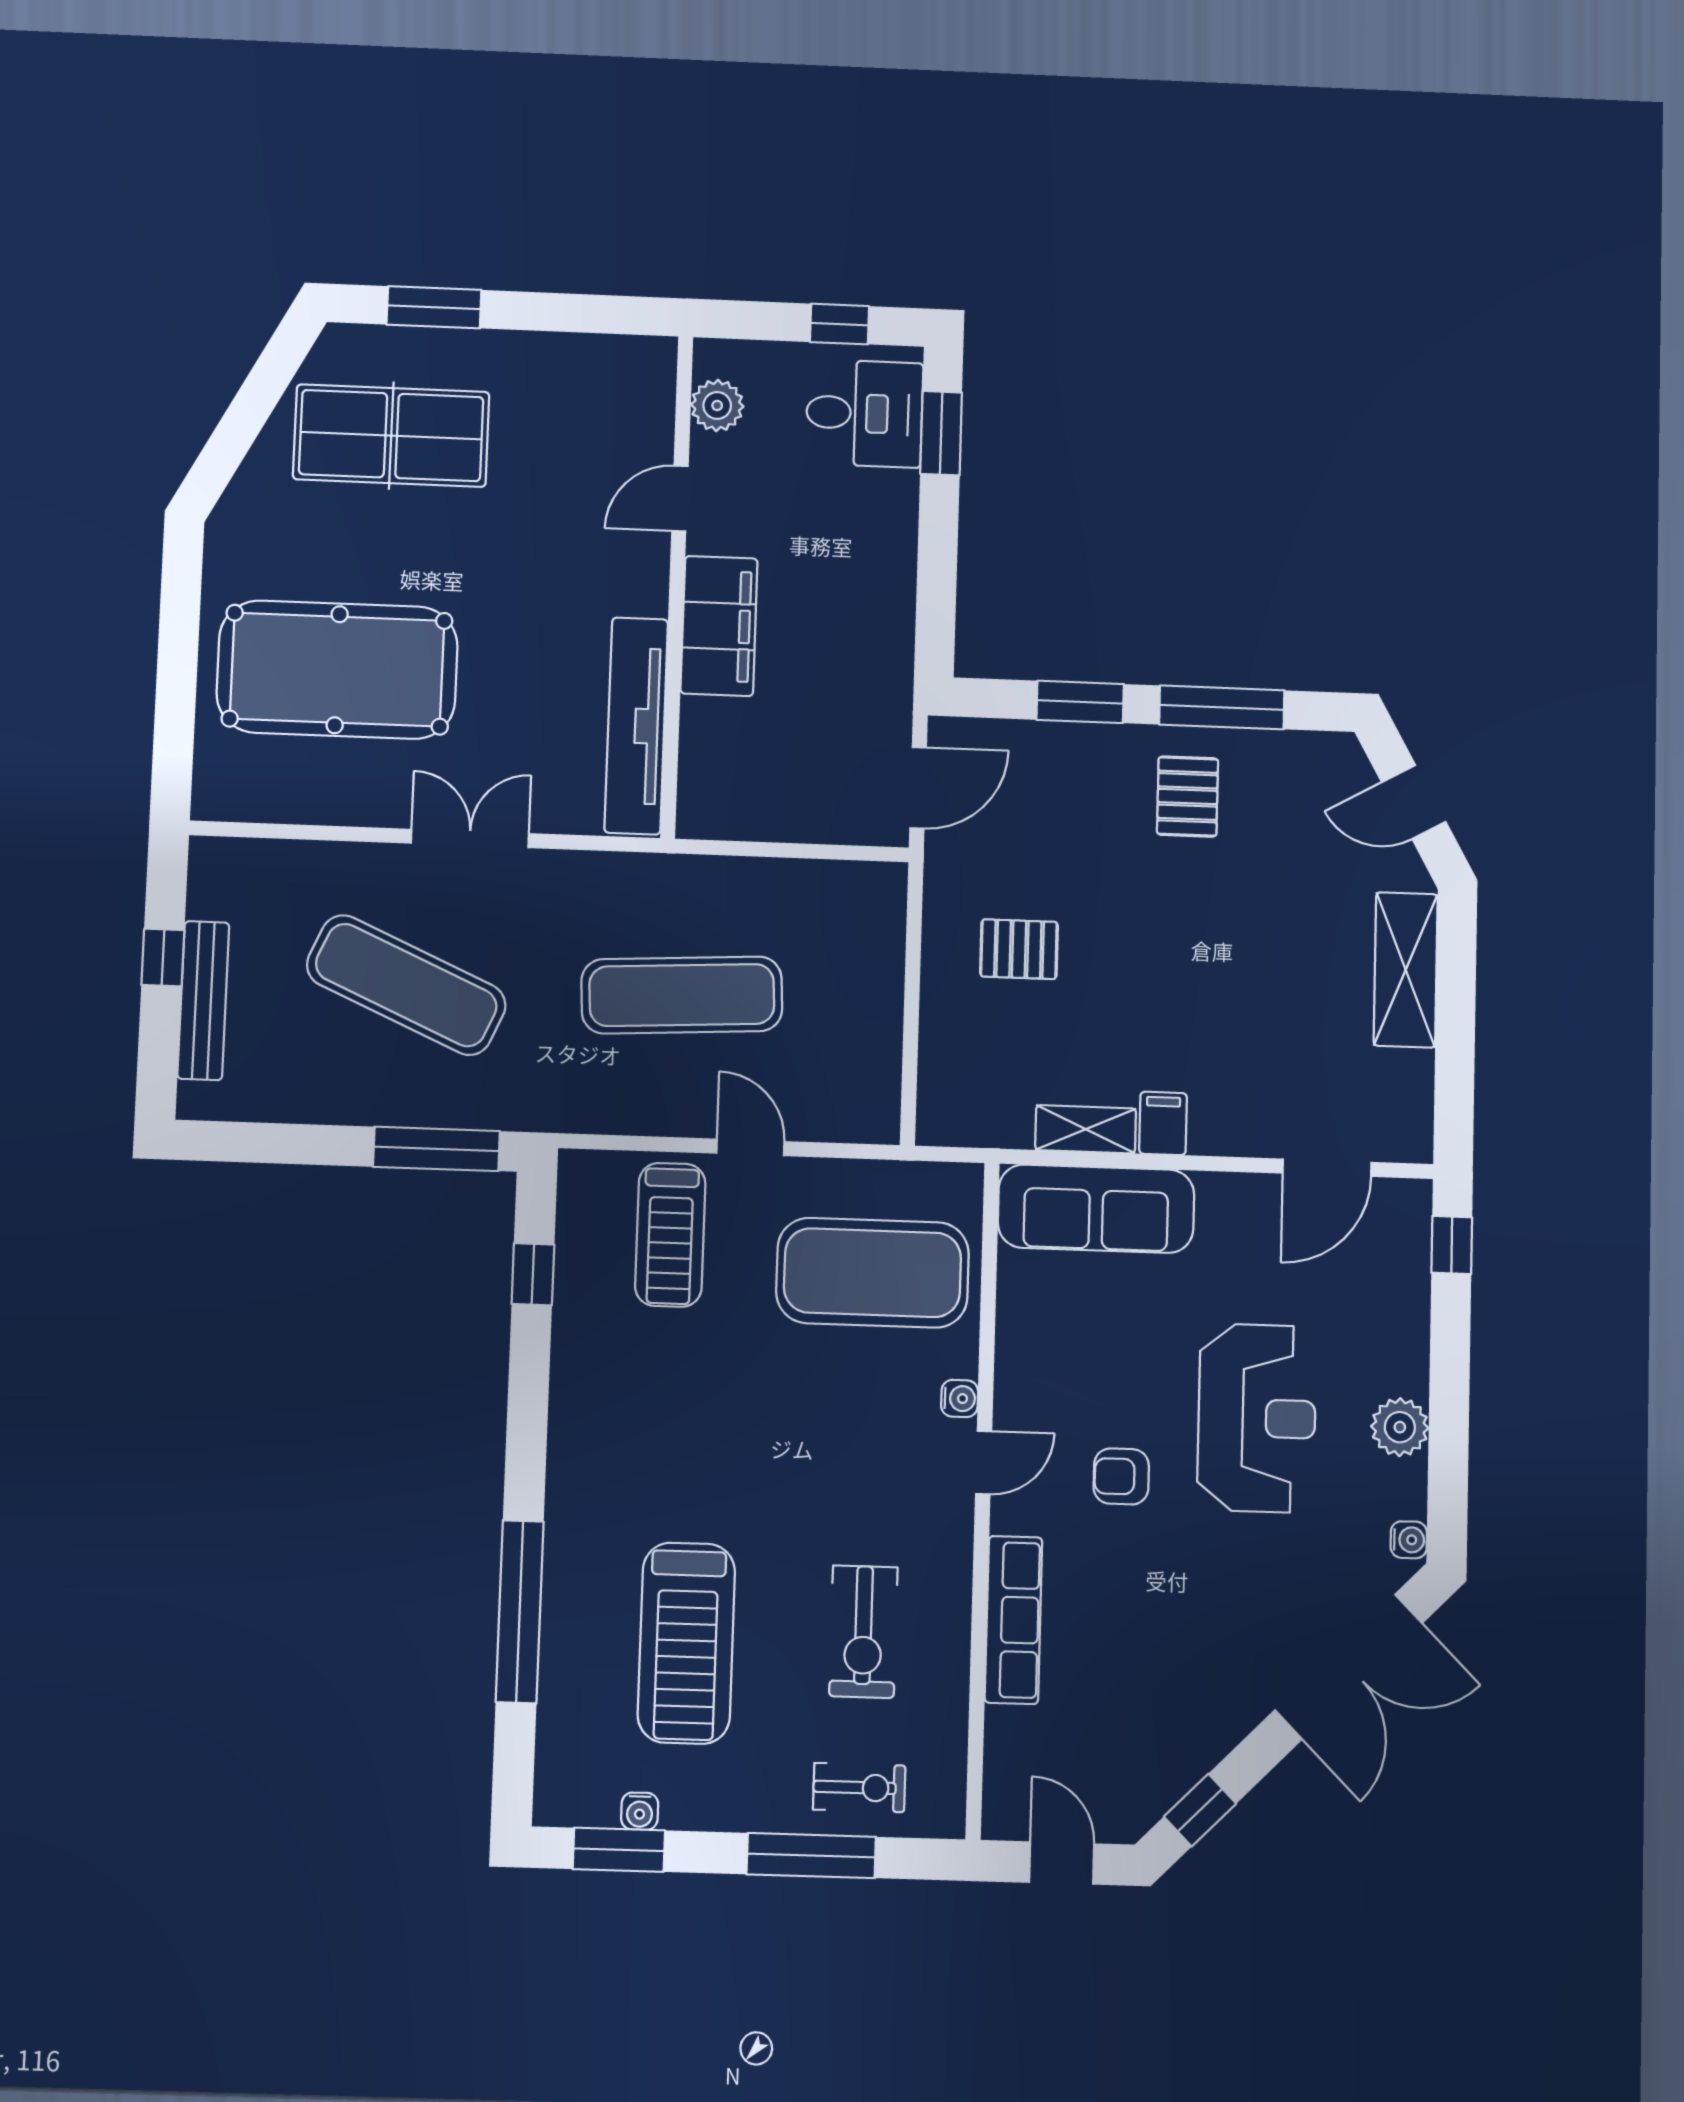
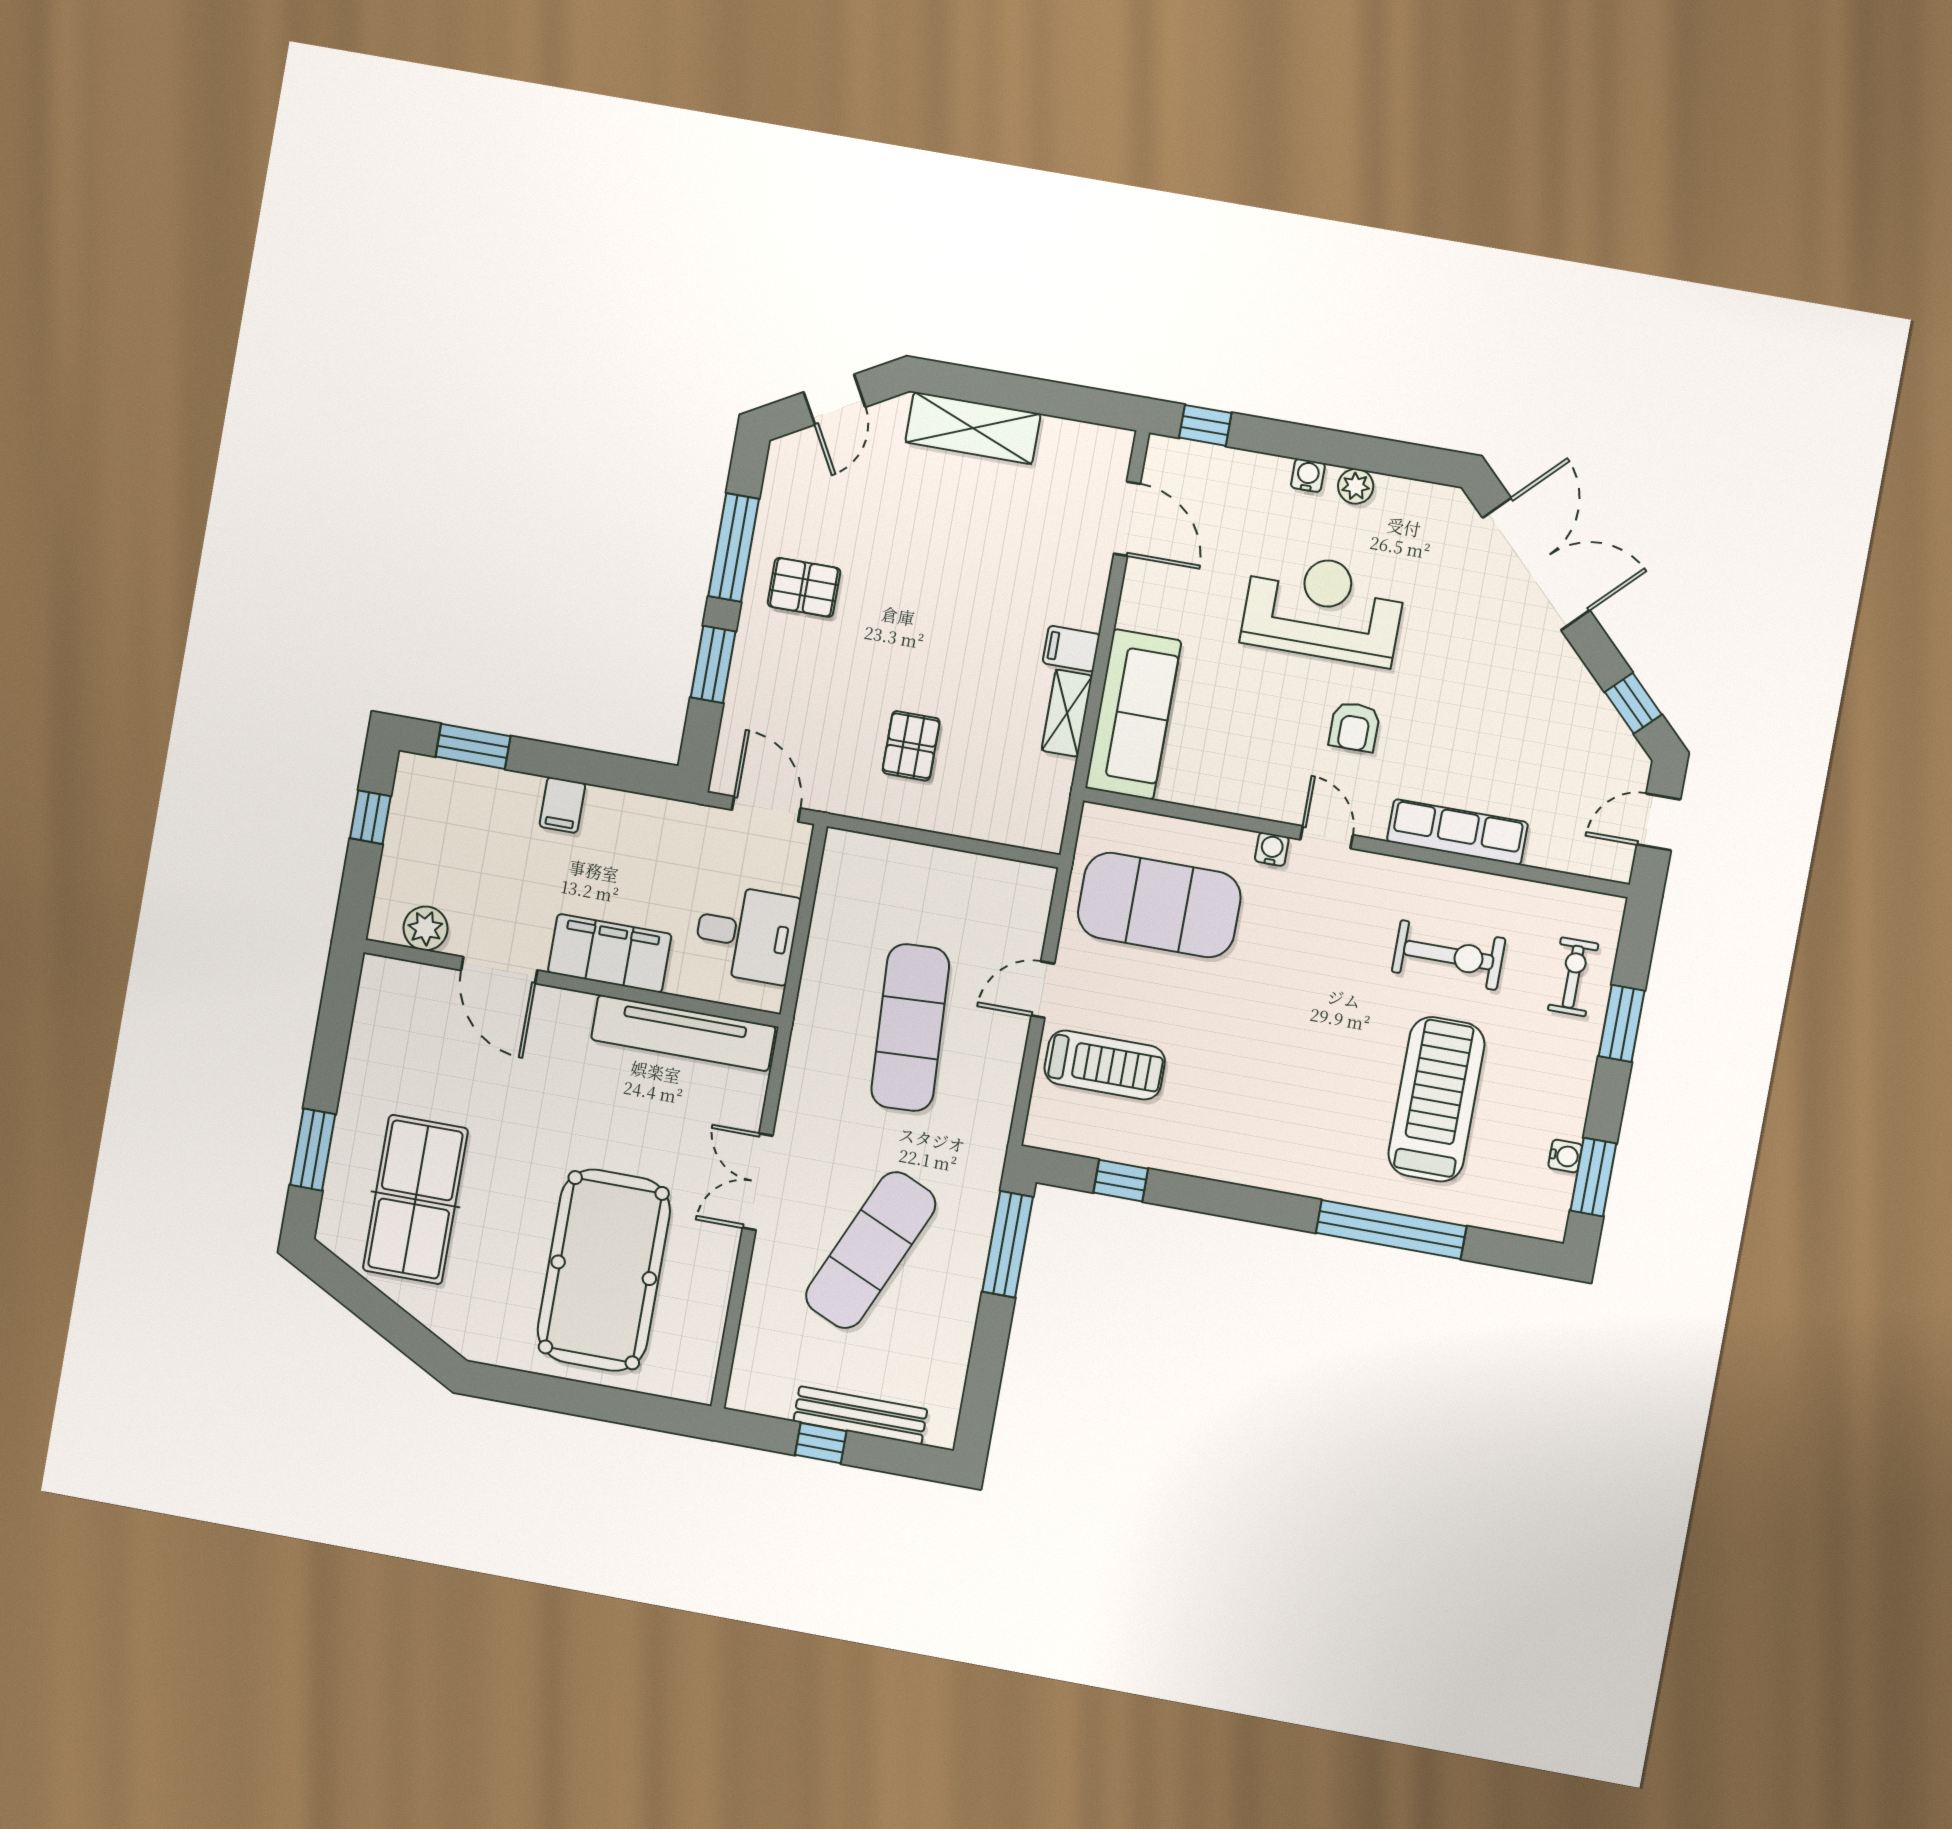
desk: (864, 413) -> (746, 934), moved, turned 90
door: (680, 499) -> (499, 970), width x1.38
filing cabinet: (887, 547) -> (562, 805), added
exercise mat: (873, 1273) -> (1159, 905), turned 90
plant: (1400, 1427) -> (1356, 486), width x0.73, depth x0.73
water cooler: (1409, 1540) -> (1308, 475), moved
treadmill: (686, 1643) -> (1436, 1099), turned -90
window: (811, 1856) -> (1622, 1023), width x0.69

